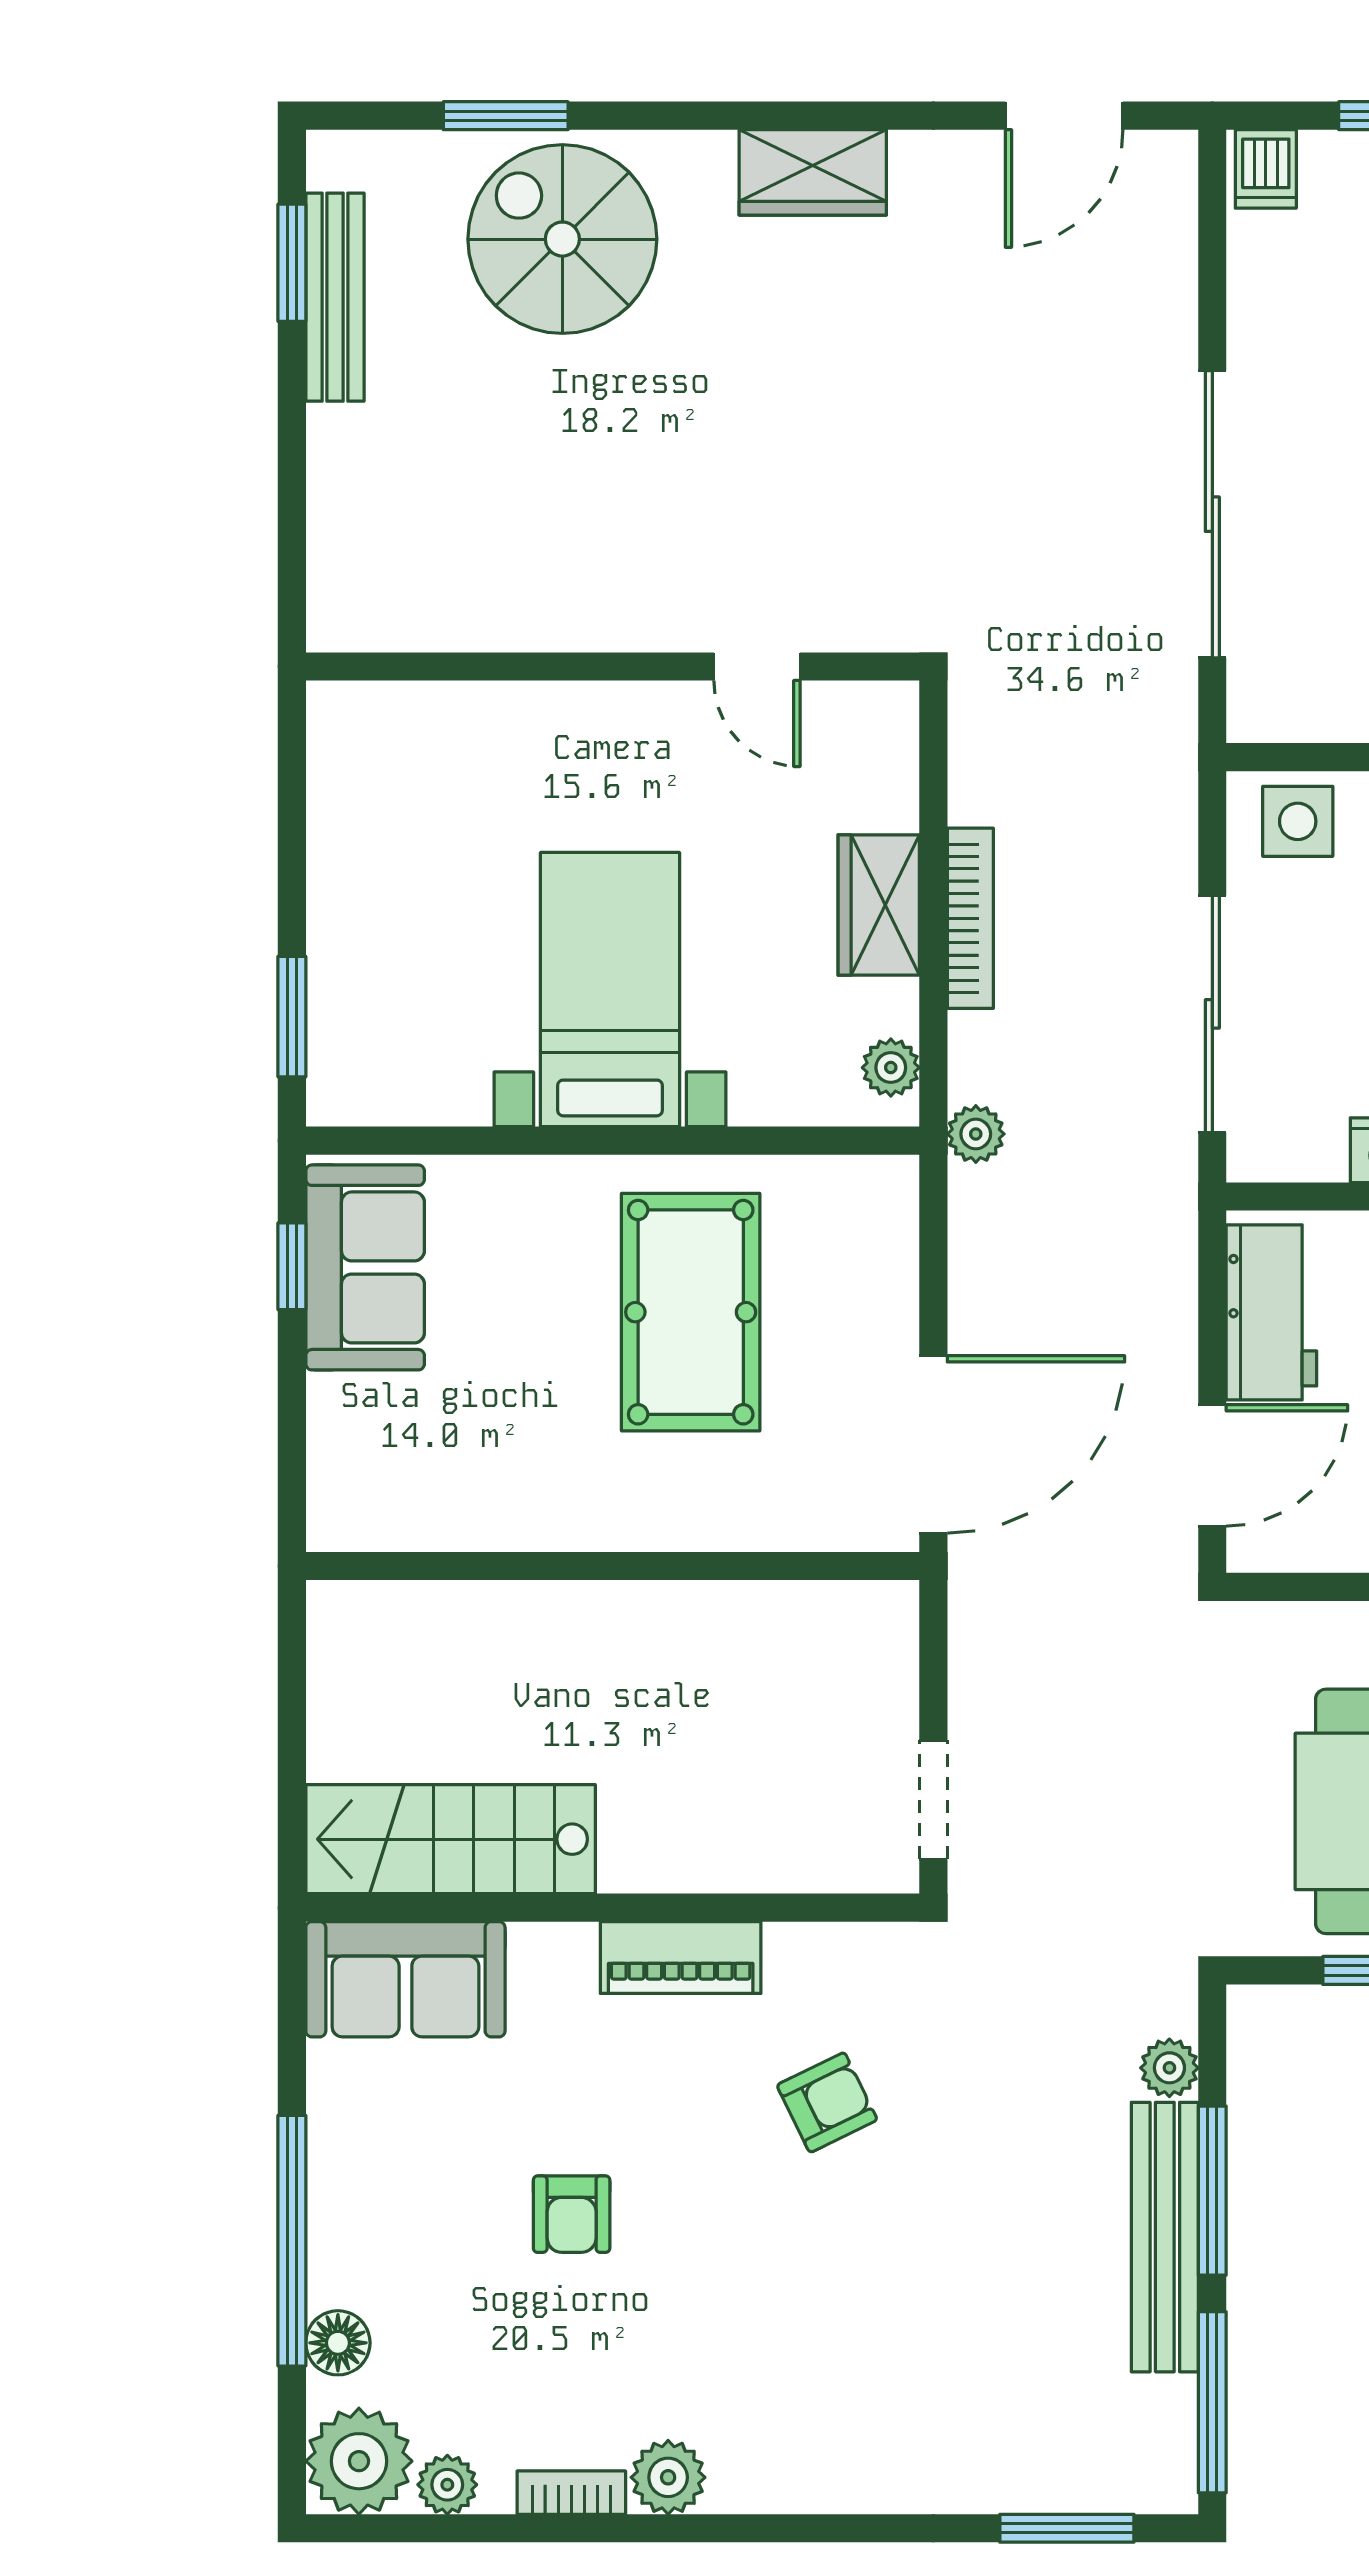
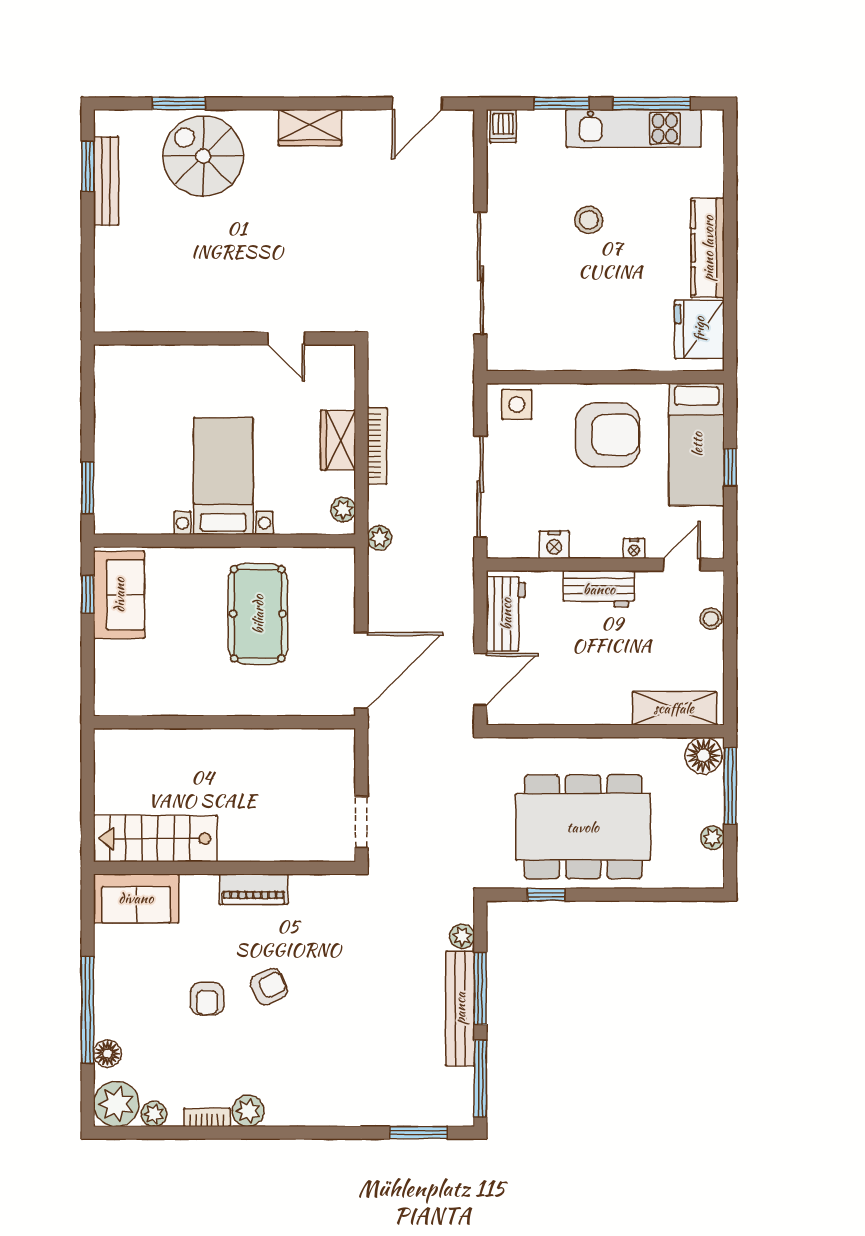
armchair: (827, 2102) -> (269, 987), moved

